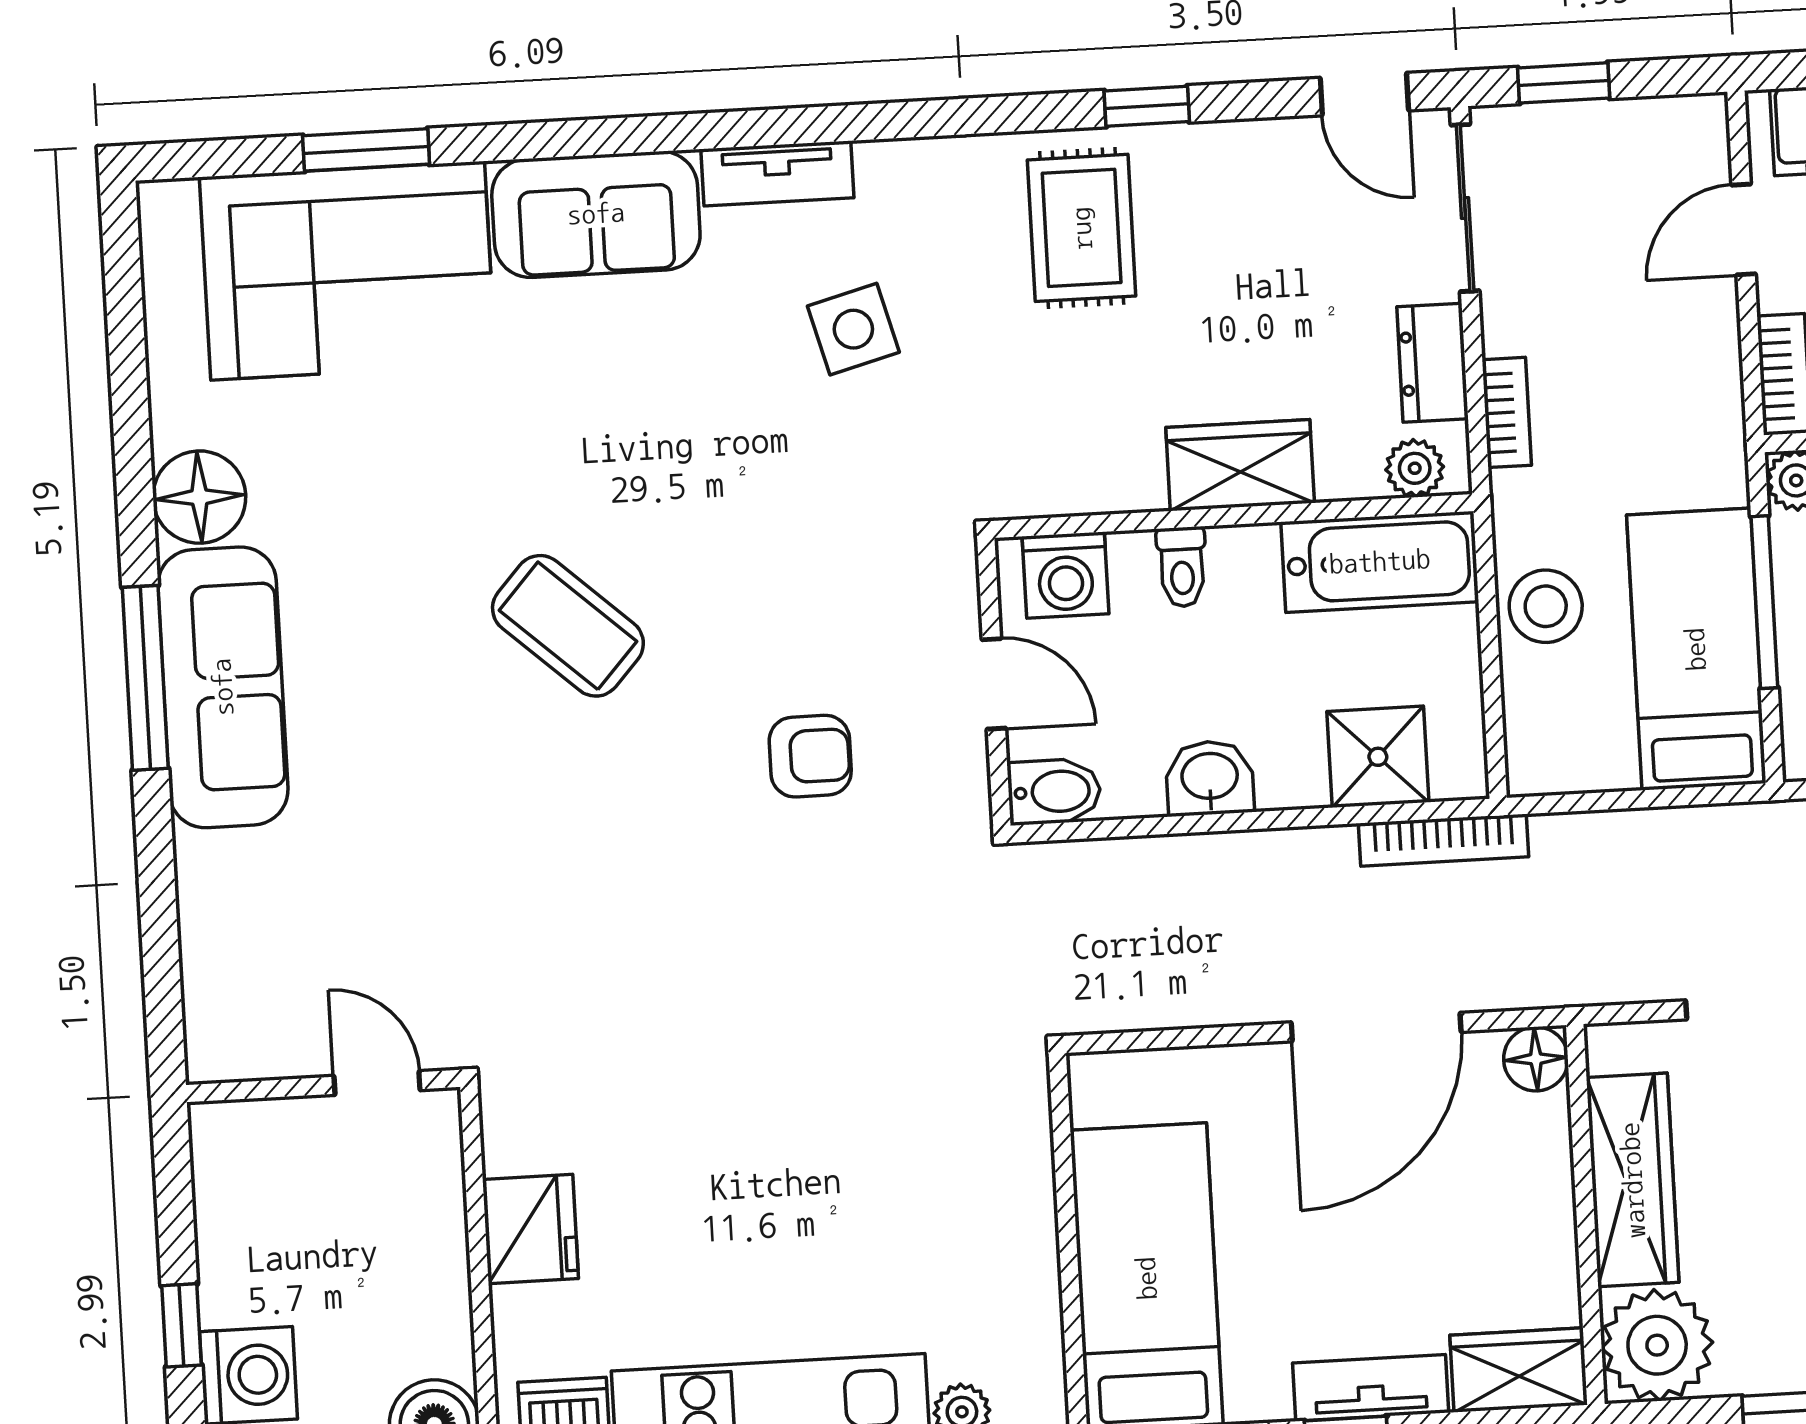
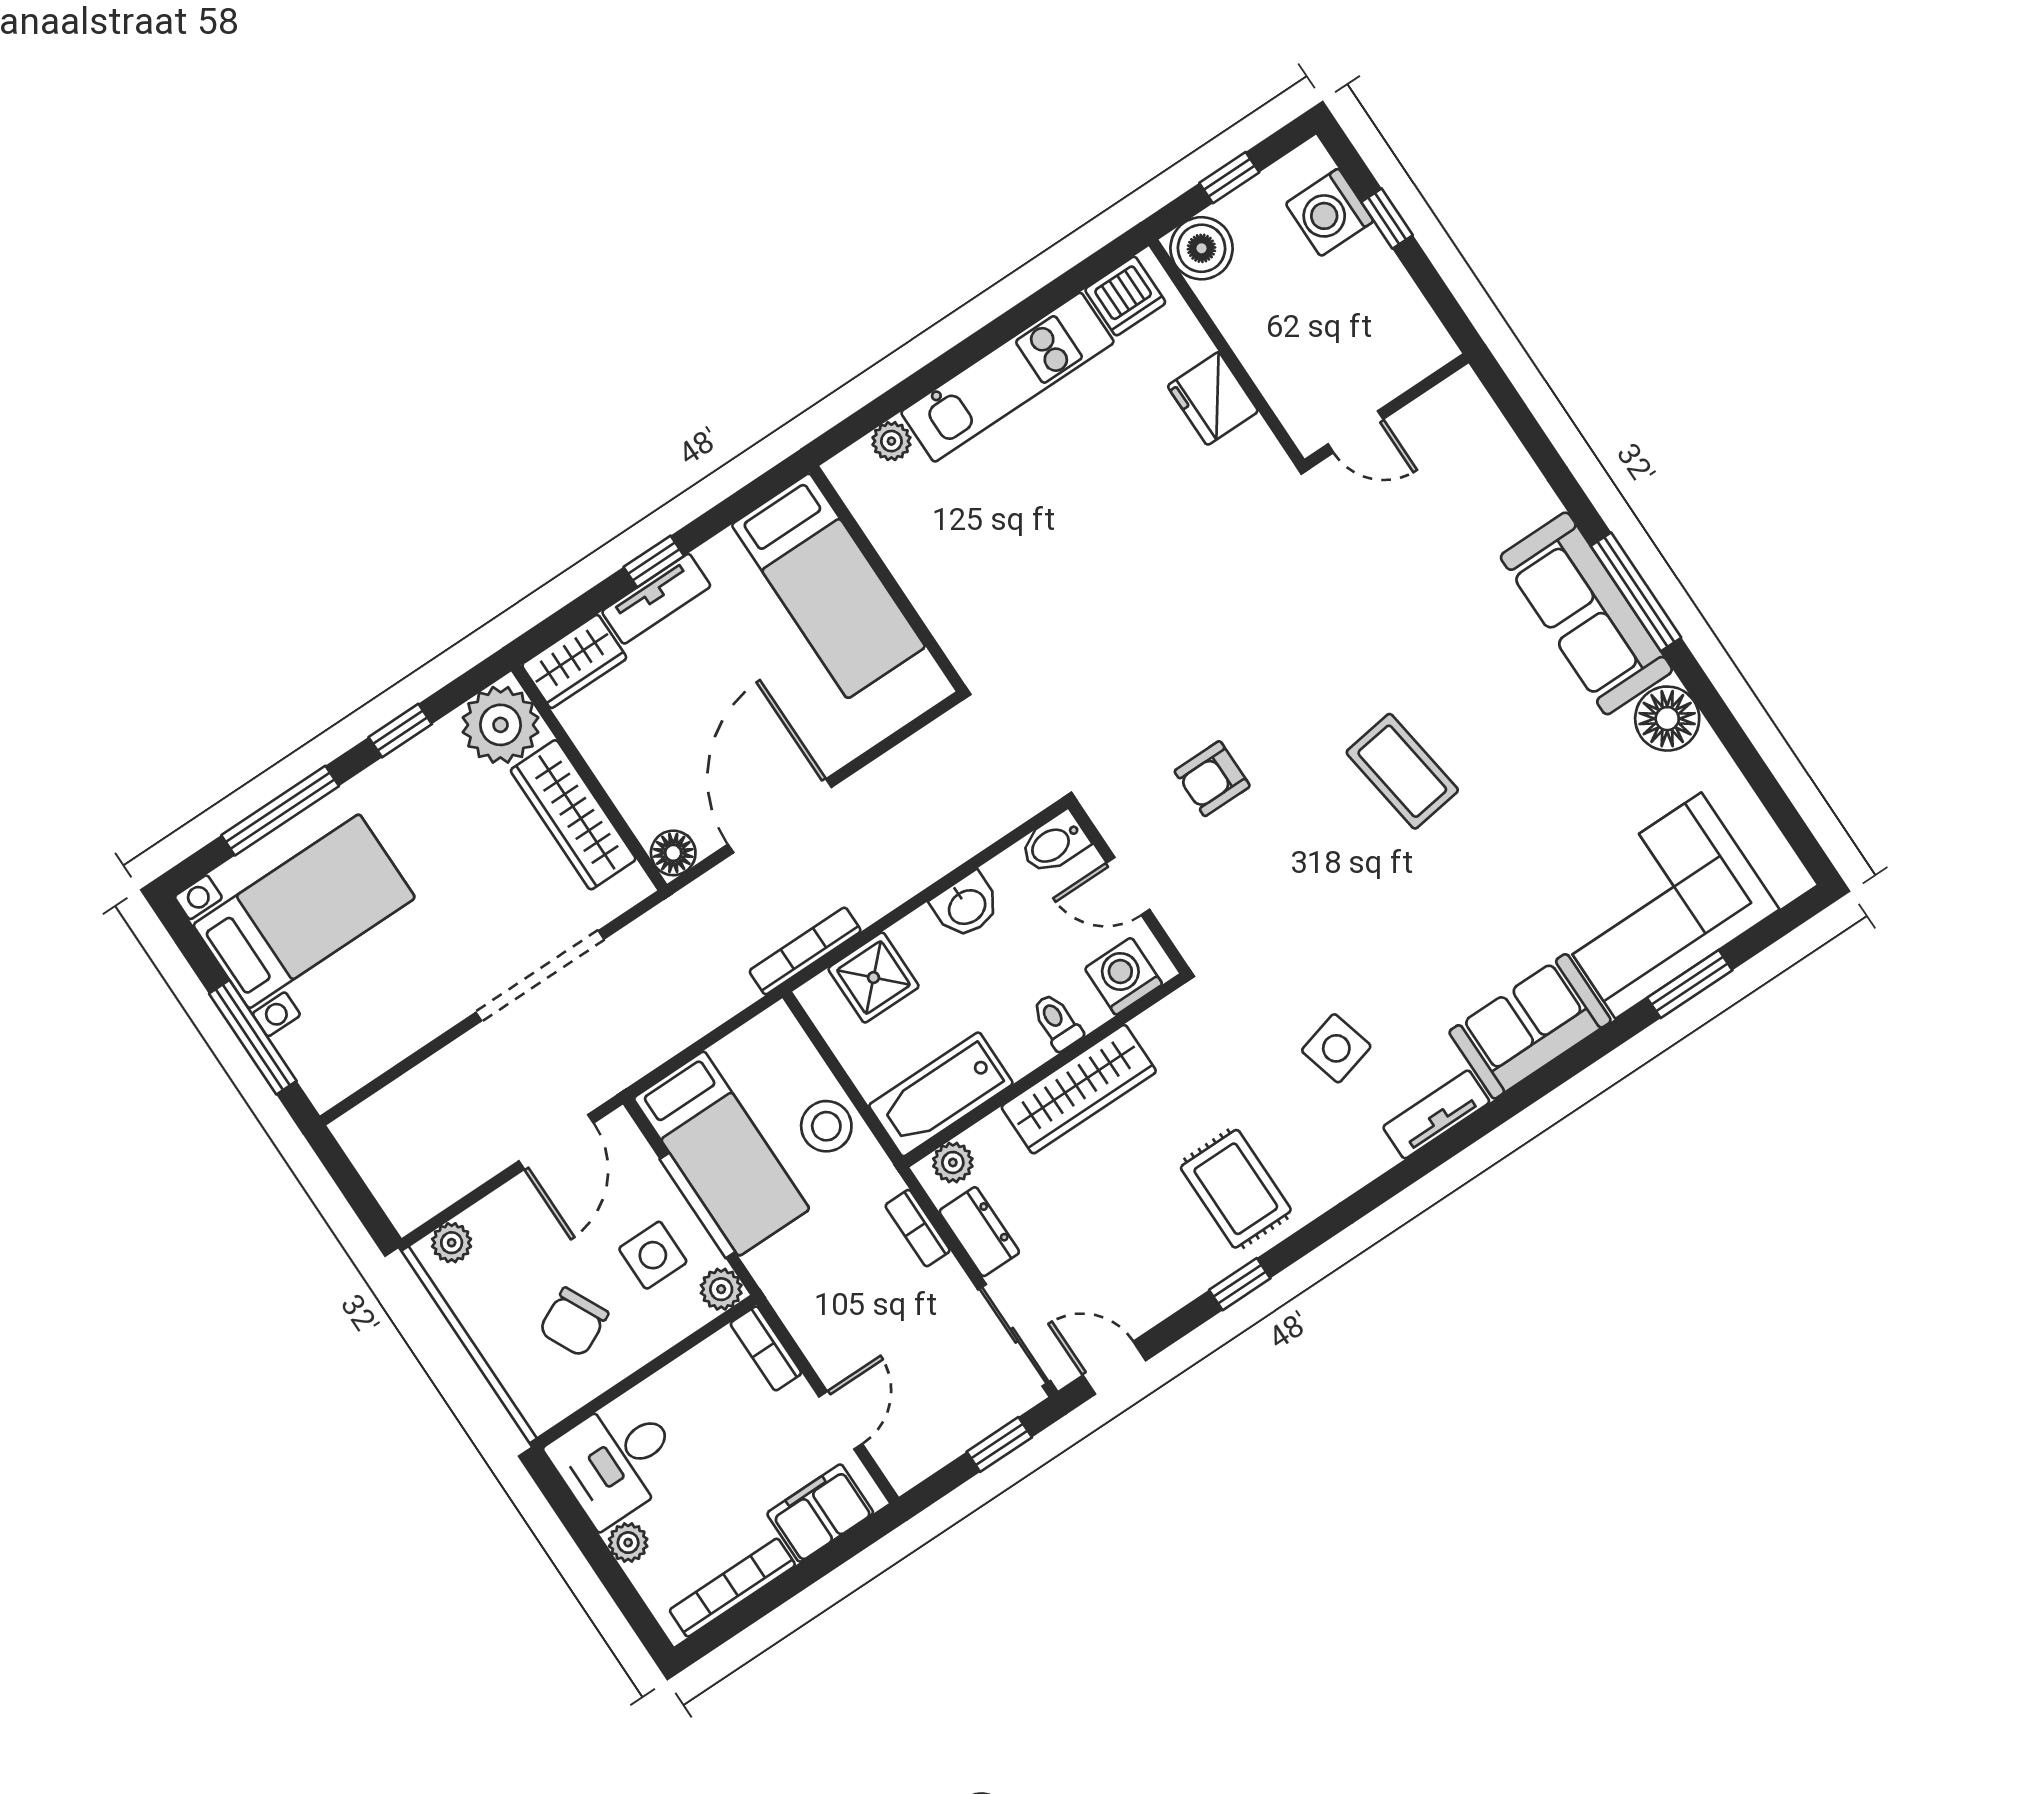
wardrobe: (1240, 465) -> (1079, 1089), width x1.50
coffee table: (568, 626) -> (1402, 771), turned 40

